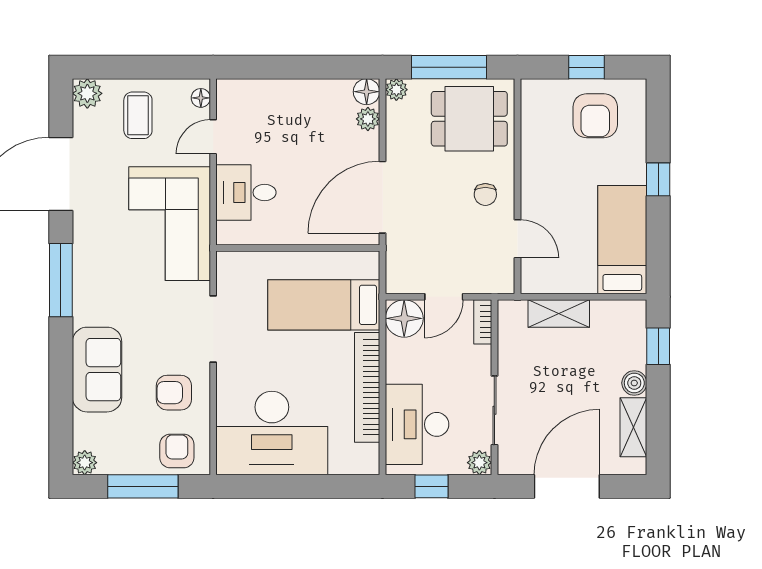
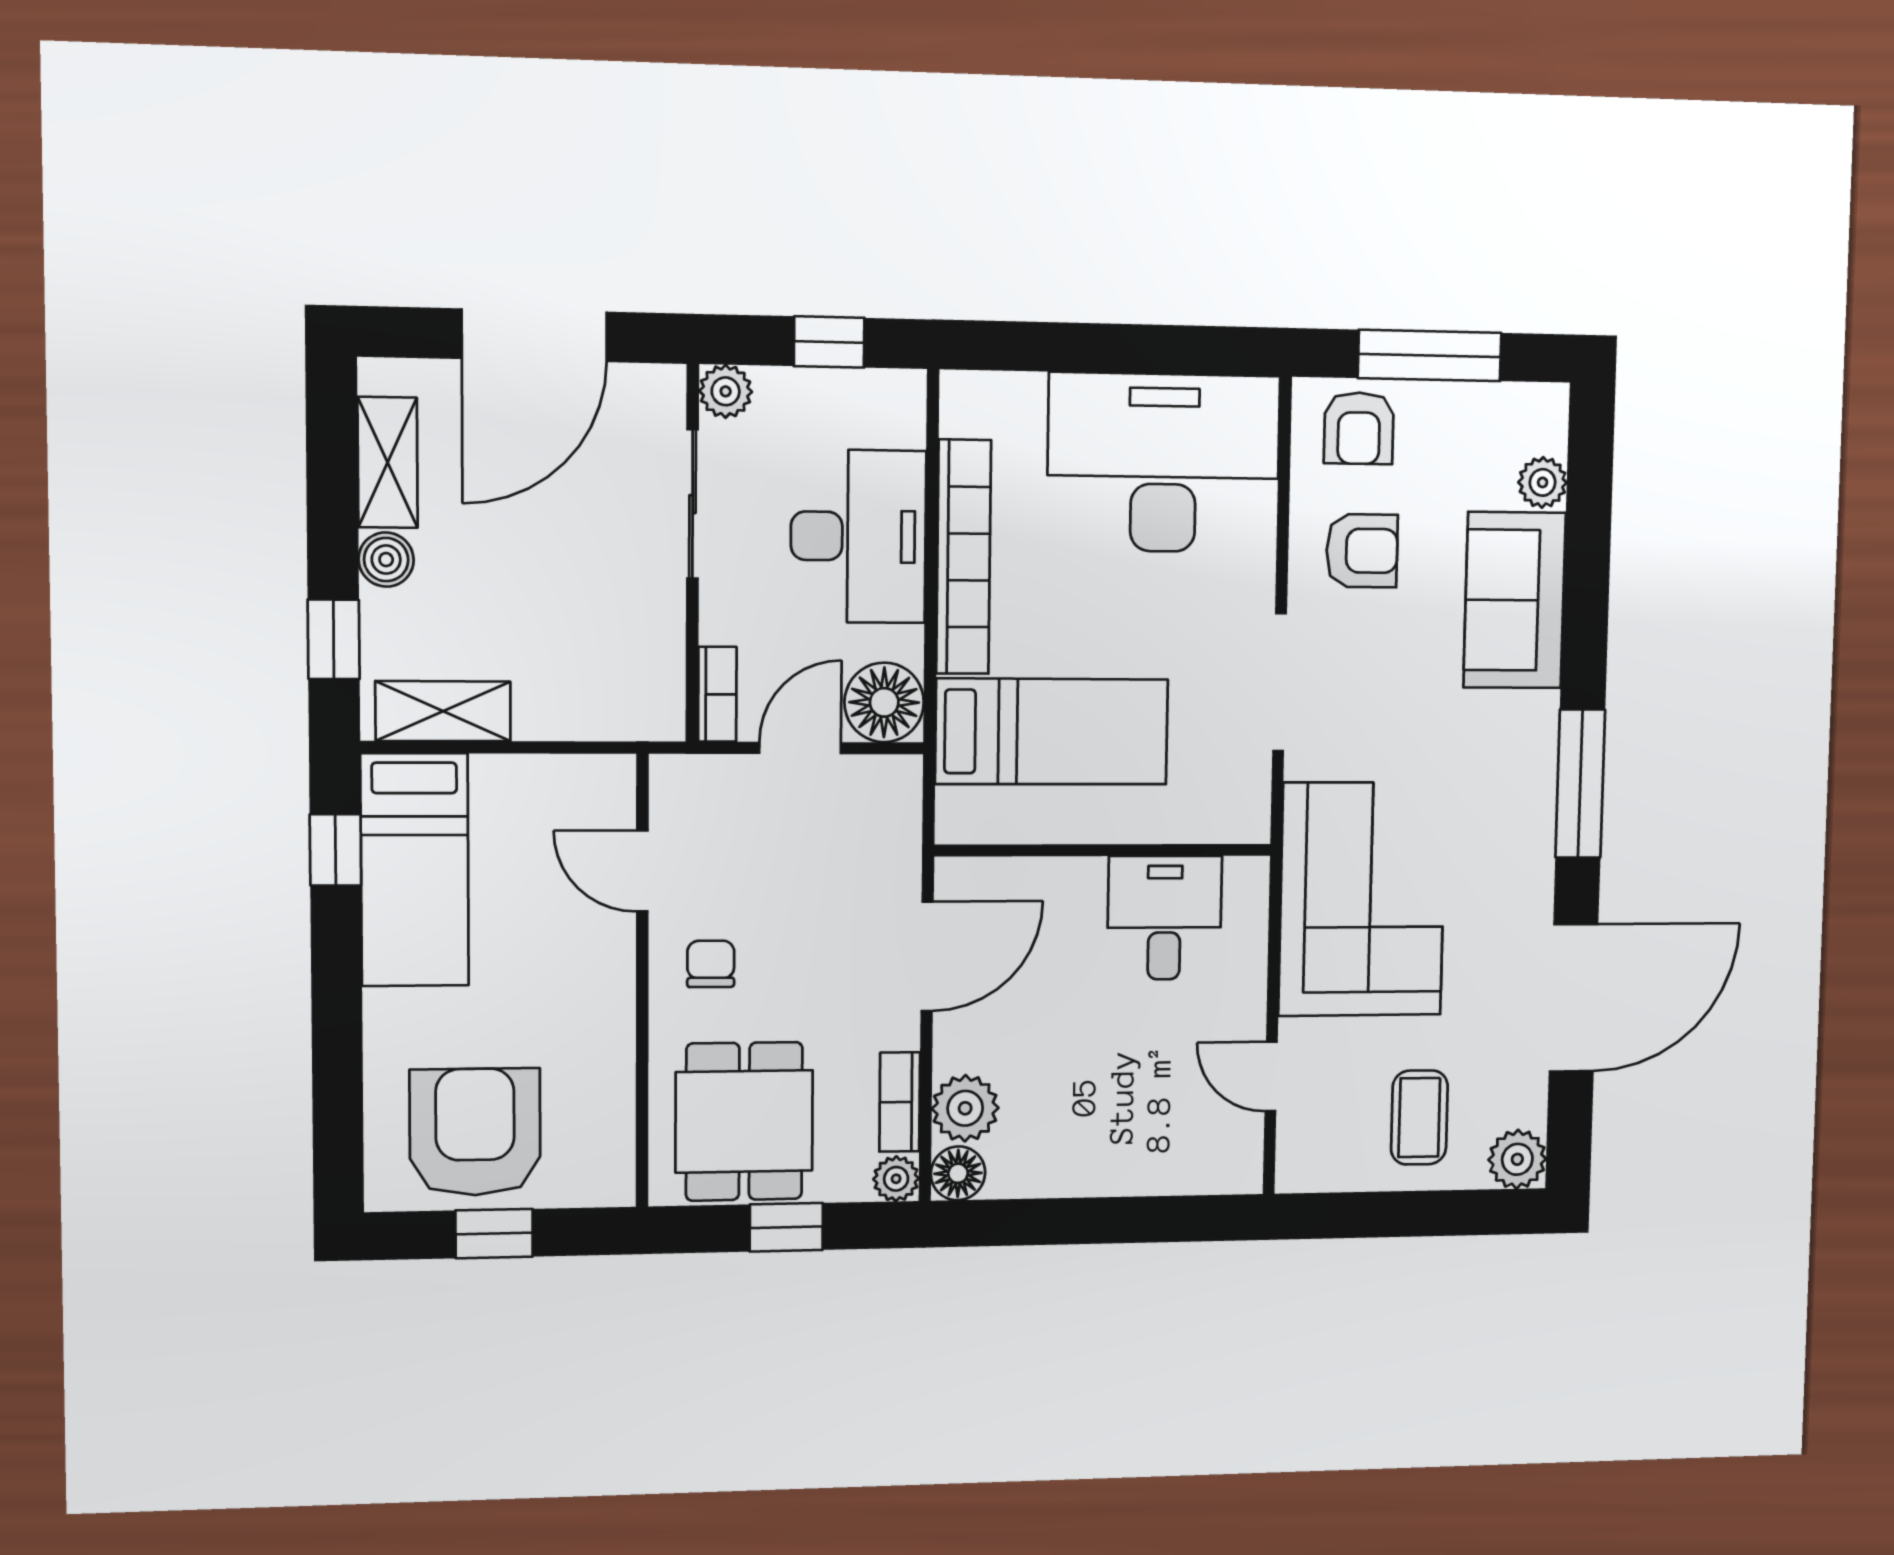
window: (449, 67) -> (786, 1227), width x0.46
floor lamp: (201, 98) -> (1294, 1154), removed
armchair: (595, 116) -> (475, 1132), width x1.36, depth x1.36
plant: (368, 119) -> (965, 1108), width x1.38, depth x1.38
dining table: (469, 119) -> (744, 1121), turned 90
bookcase: (395, 127) -> (900, 1102), added
door: (213, 137) -> (1271, 1076), swing flipped
window: (658, 179) -> (335, 850), moved
desk: (246, 192) -> (1164, 918), moved, turned -90
door: (383, 197) -> (927, 956), width x0.73
shelving: (559, 313) -> (443, 711), moved
desk: (417, 424) -> (858, 536), moved
plant: (85, 463) -> (1543, 482), moved

